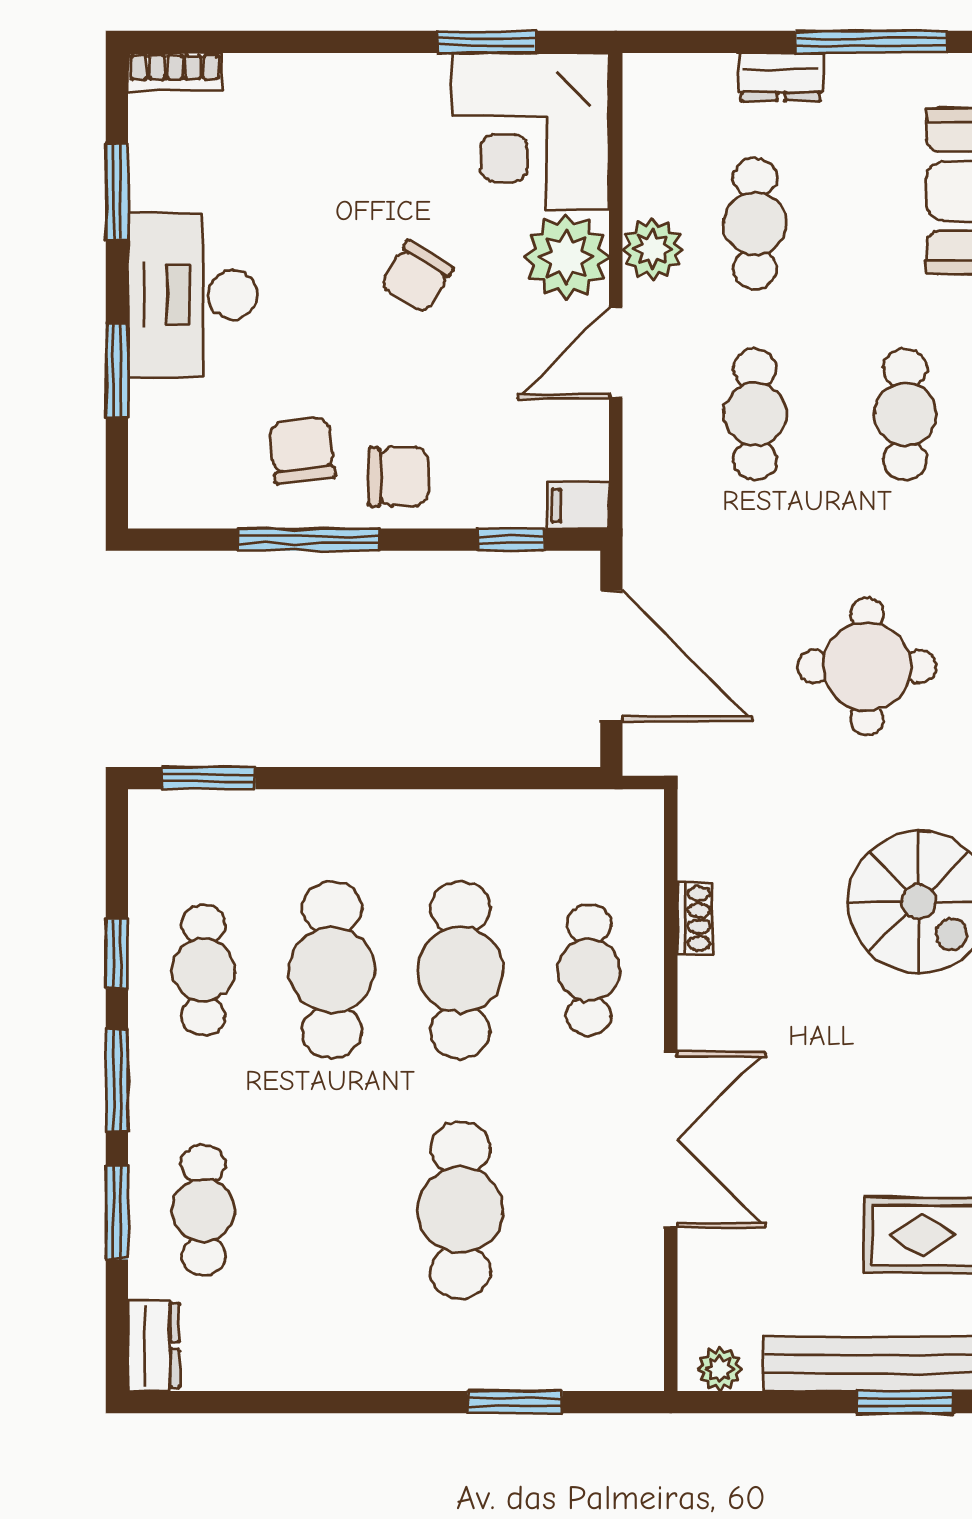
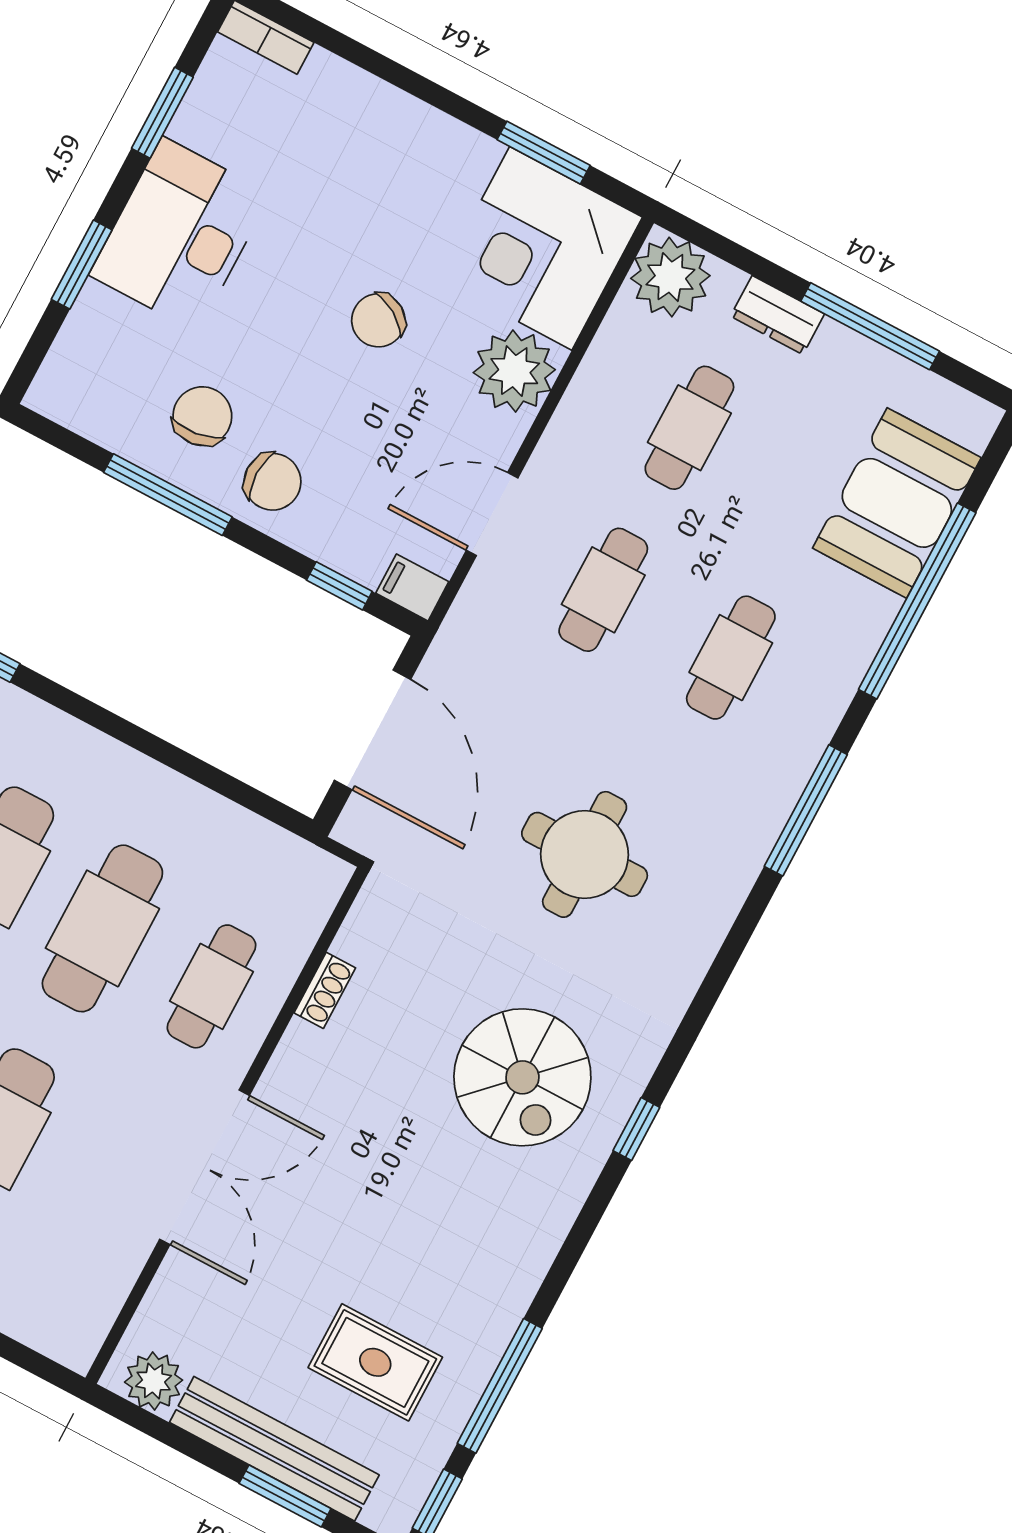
plant: (653, 249) -> (670, 277), moved, width x1.36, depth x1.36
door: (616, 353) -> (492, 514), moved
plant: (720, 1369) -> (154, 1381), width x1.38, depth x1.38

